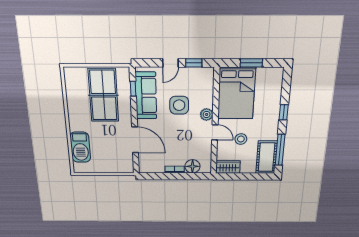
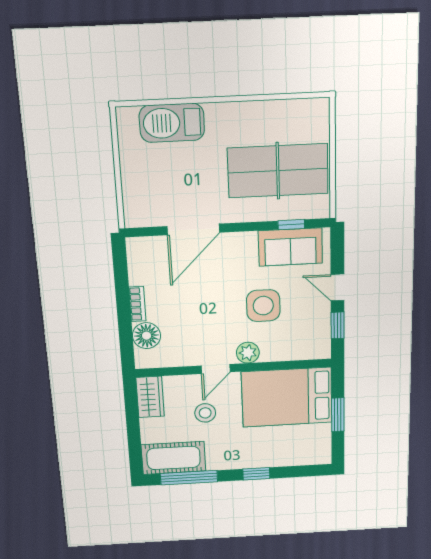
sofa: (146, 96) -> (290, 247), width x0.73

